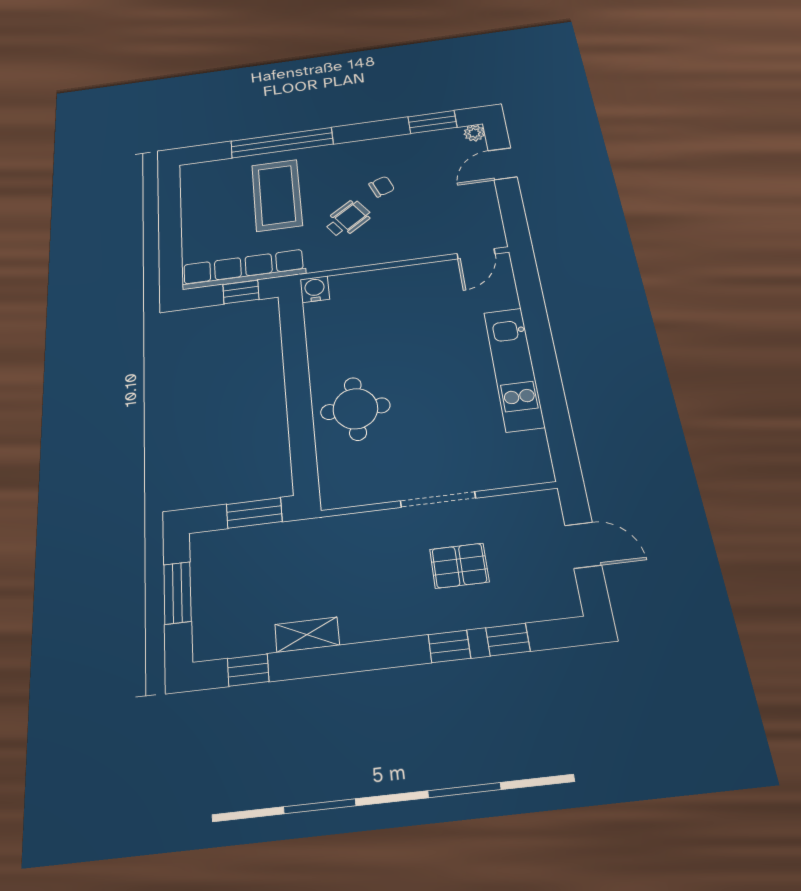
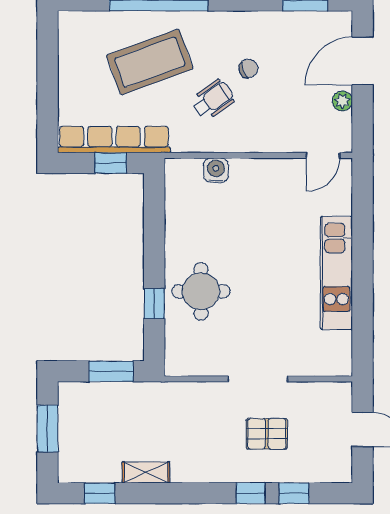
plant: (474, 133) -> (342, 101), moved
door: (503, 164) -> (362, 61), width x1.38
coffee table: (277, 195) -> (150, 62), turned 70
water cooler: (315, 289) -> (216, 170), moved
window: (301, 429) -> (154, 304), added

